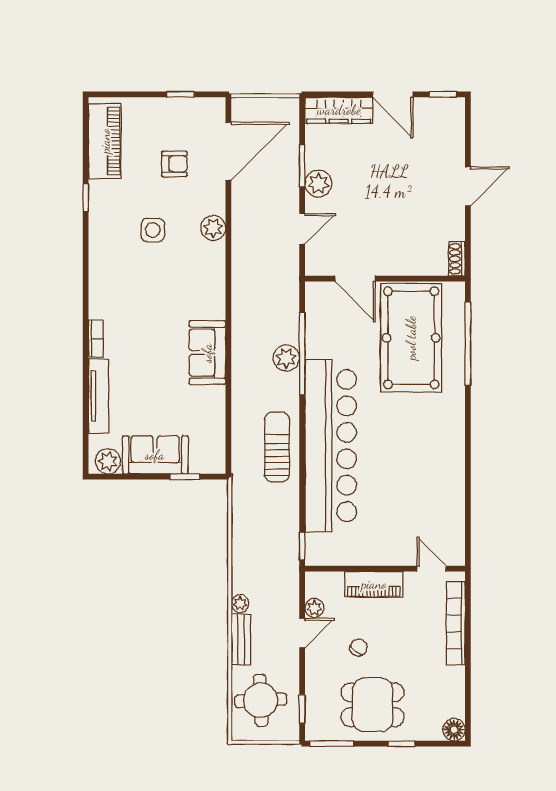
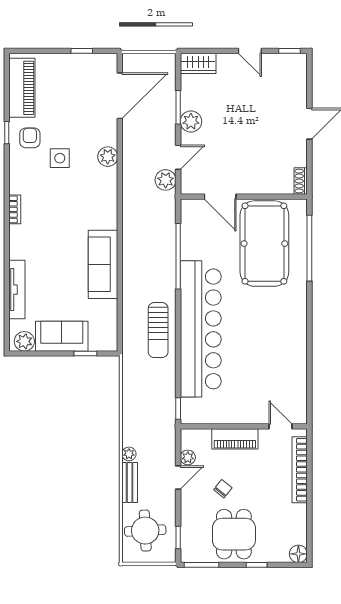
door: (393, 94) -> (250, 51), width x0.73
wardrobe: (339, 110) -> (198, 63), width x0.67
armchair: (174, 164) -> (30, 138), moved, turned -90
bookcase: (96, 339) -> (15, 209), moved
sofa: (207, 353) -> (103, 264), width x1.36
plant: (286, 358) -> (166, 180), moved
sun lounger: (277, 447) -> (158, 330), turned 180
dining table: (373, 705) -> (234, 534), turned 90

